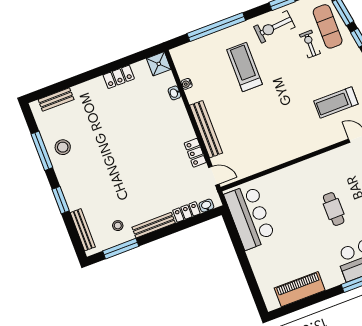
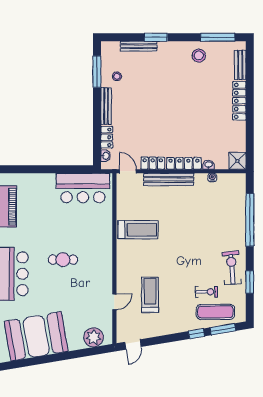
treadmill: (245, 67) -> (138, 230), moved
locker: (119, 77) -> (239, 101), moved, width x1.53
locker: (183, 120) -> (184, 163), added
window: (42, 151) -> (218, 37), moved
door: (214, 176) -> (128, 171), swing flipped
bench: (83, 230) -> (139, 46), moved

